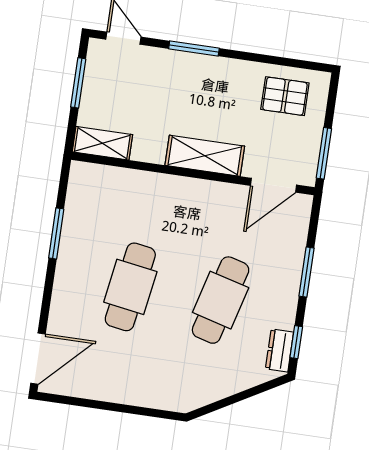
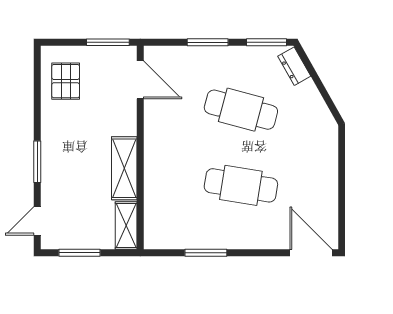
shelving: (205, 156) -> (124, 168), moved
window: (296, 342) -> (266, 42), width x1.50
dresser: (279, 350) -> (294, 66), moved, turned 60

